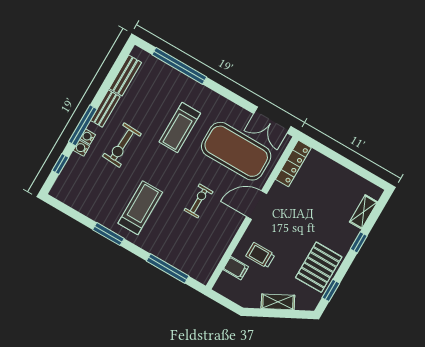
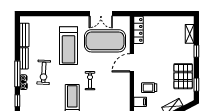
window: (179, 66) -> (50, 14), removed
double door: (272, 120) -> (101, 14), moved
treadmill: (180, 128) -> (69, 46), width x1.37, depth x1.38
exercise bike: (199, 201) -> (90, 81), moved

